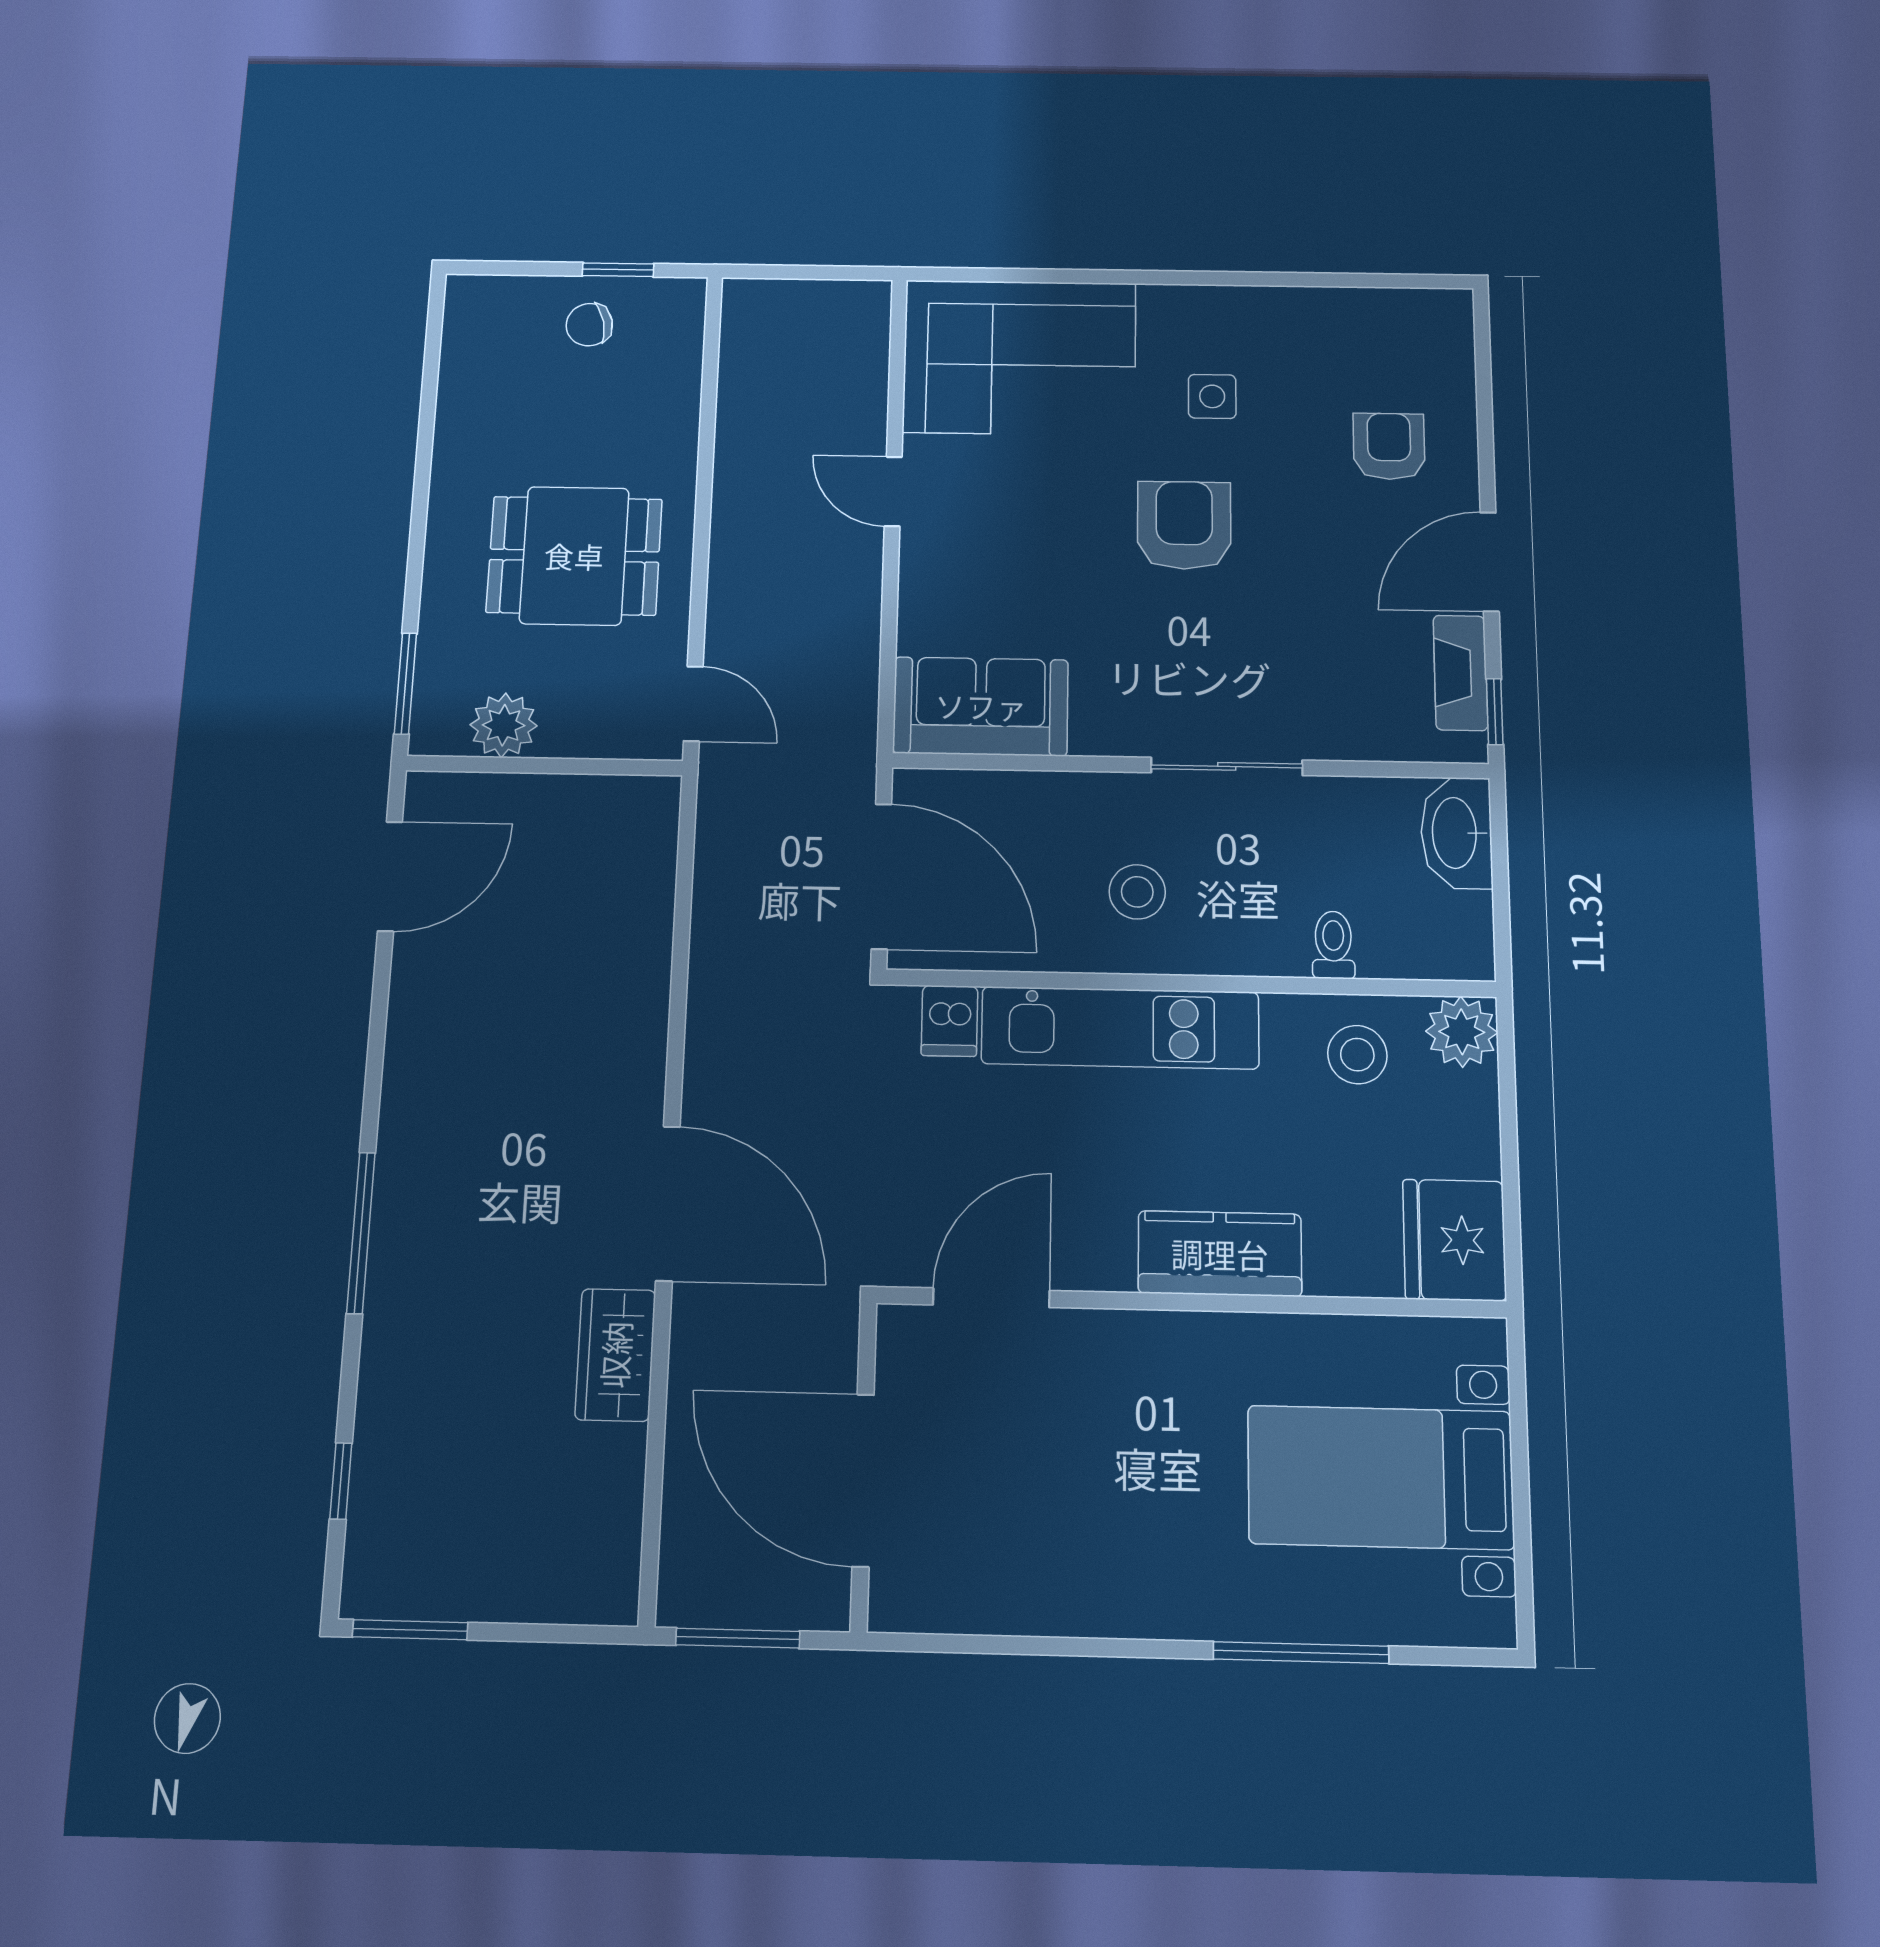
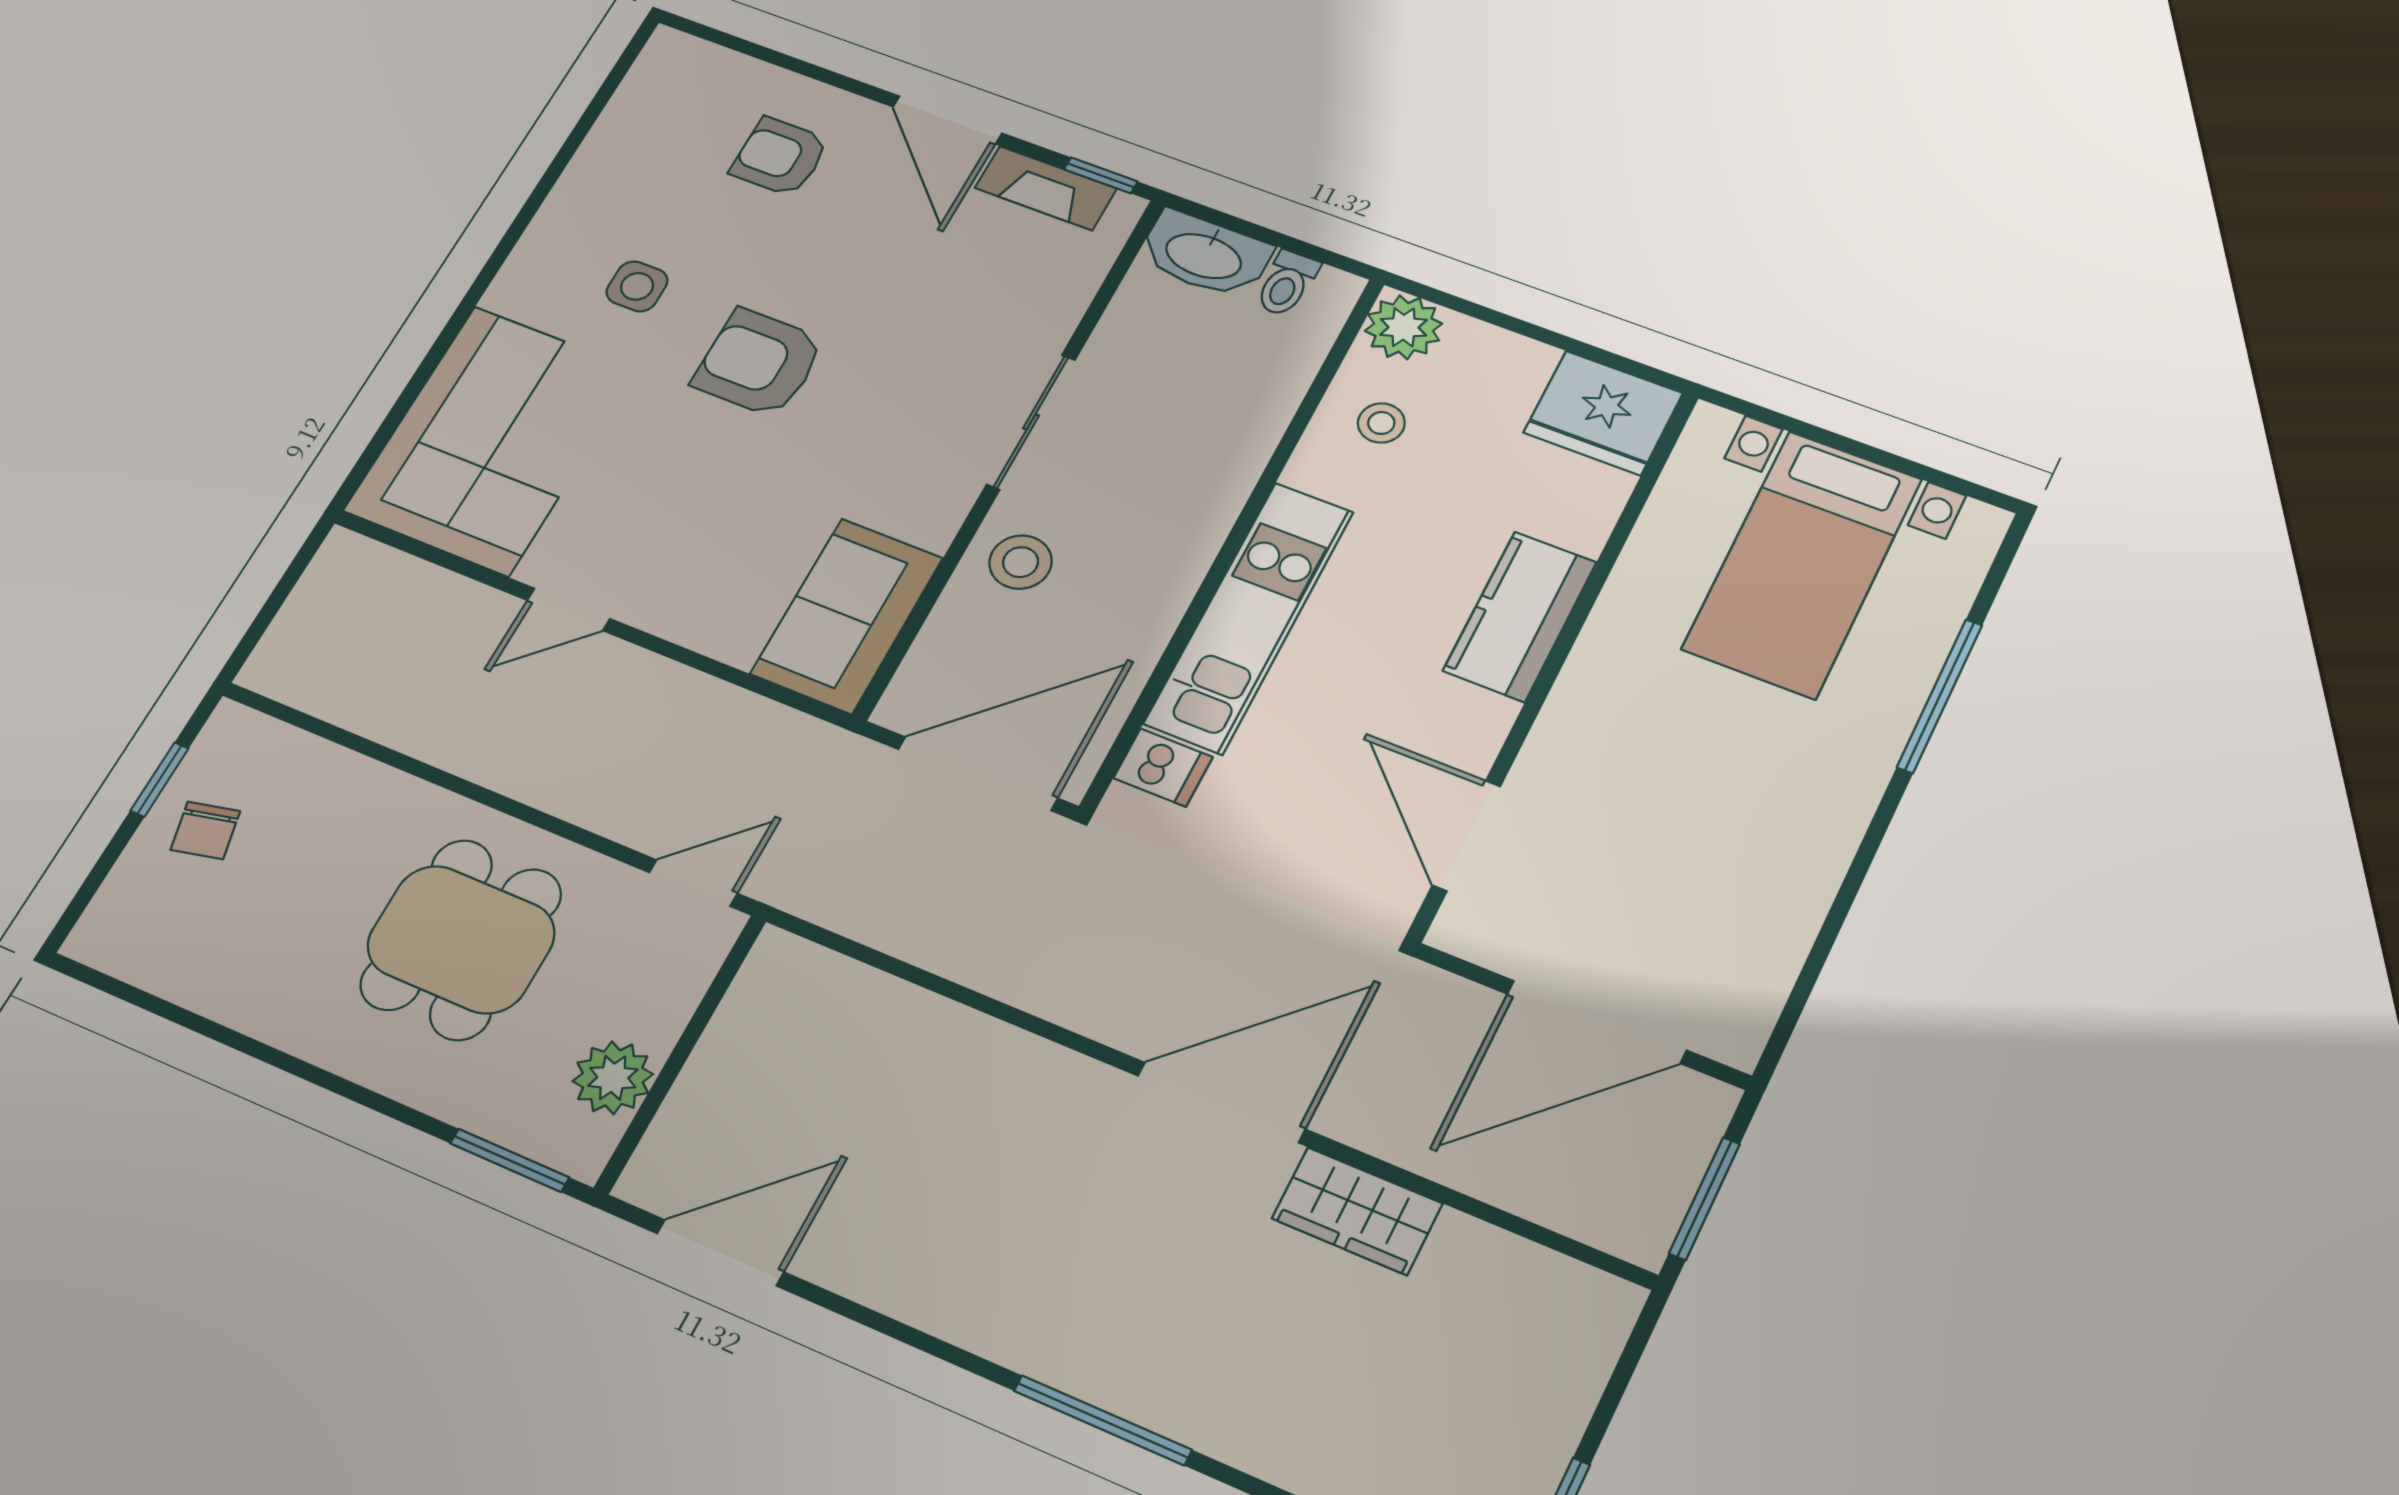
door: (390, 876) -> (720, 1253), hinge flipped
stool: (1137, 892) -> (1021, 562), moved
toilet: (1333, 945) -> (1287, 283), moved, turned -90
stool: (1357, 1055) -> (1381, 423), width x0.73, depth x0.73

